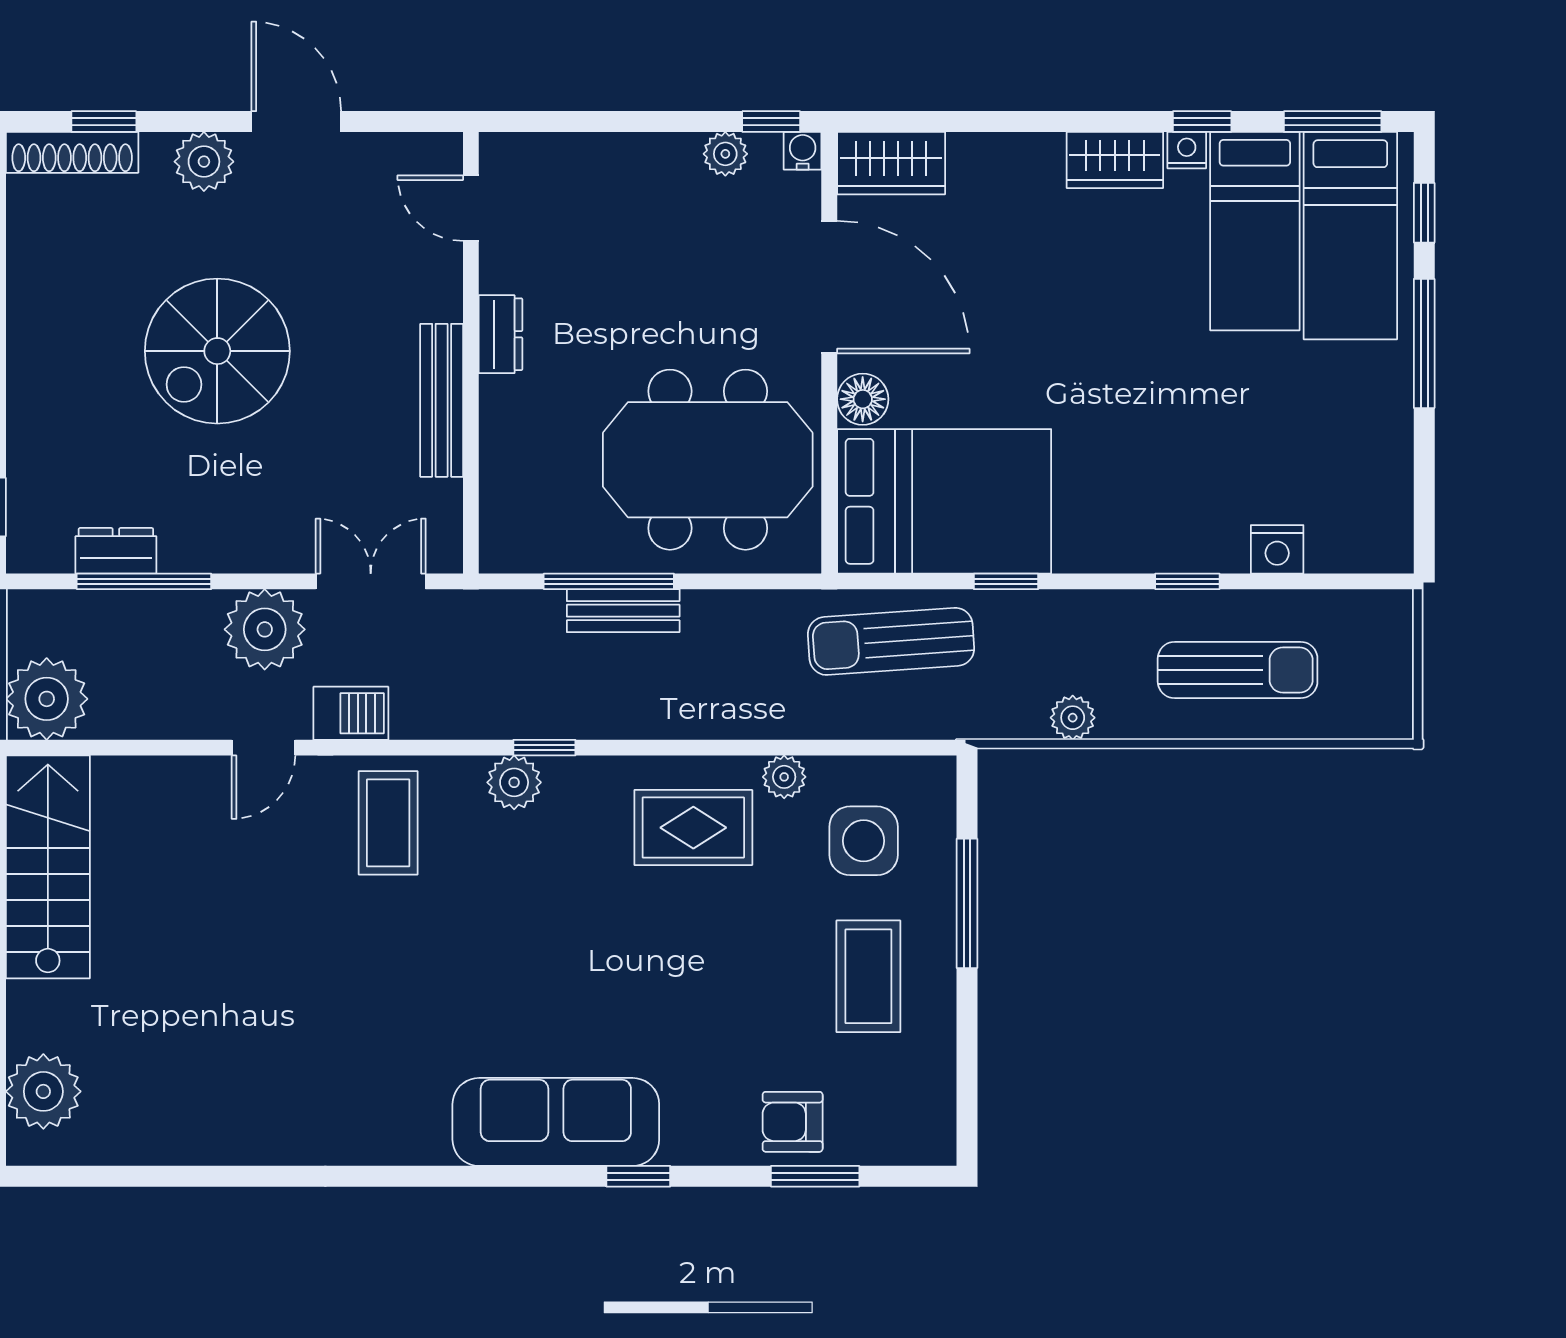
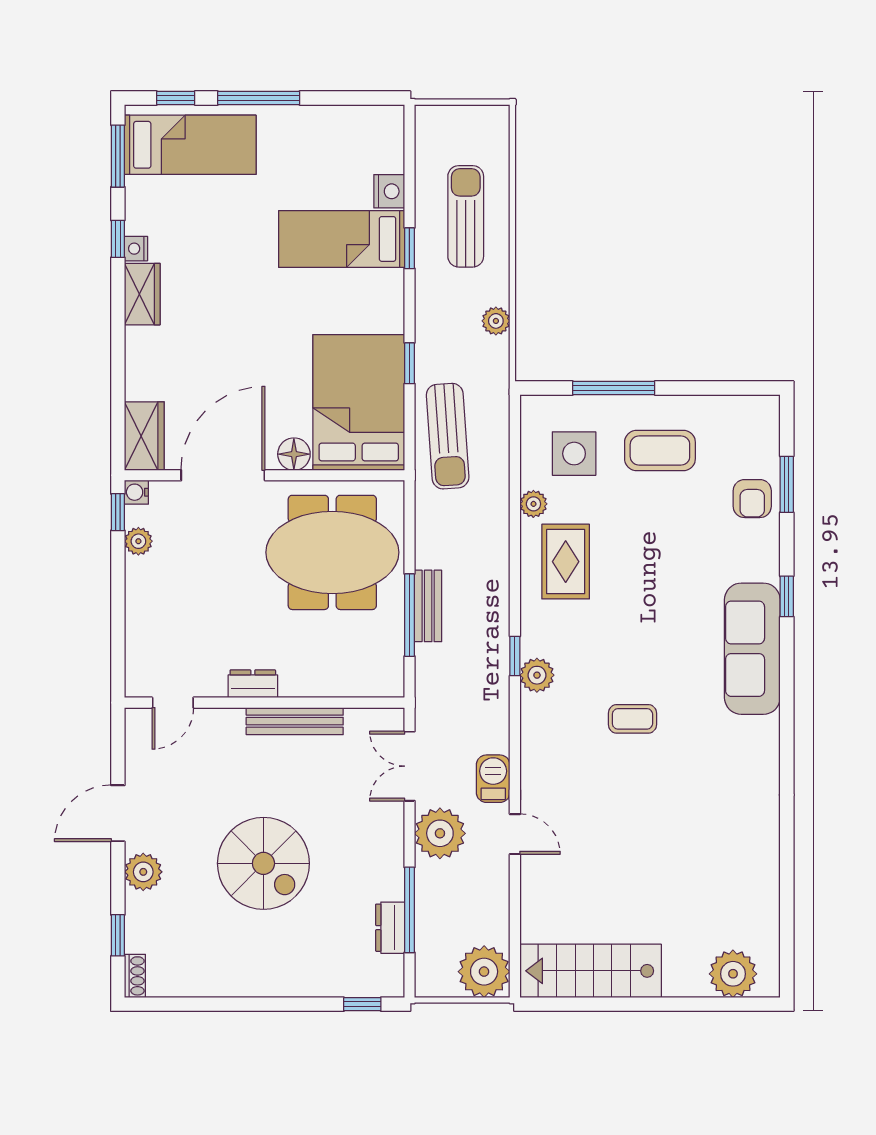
shoe rack: (72, 152) -> (135, 976), width x0.51, depth x0.81
bed: (1255, 231) -> (342, 239), moved, turned 180
meeting table: (708, 460) -> (332, 552), turned 90
coffee table: (388, 823) -> (632, 719), moved, width x0.73, depth x0.77

